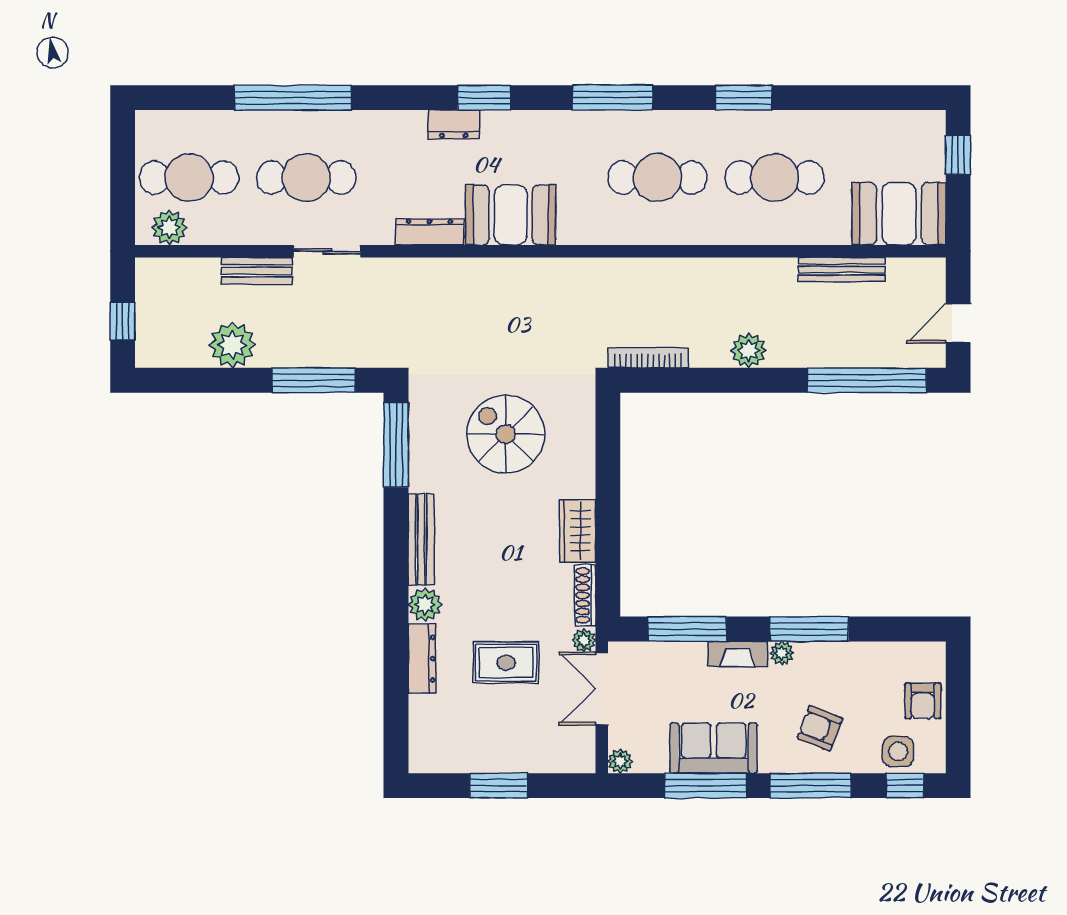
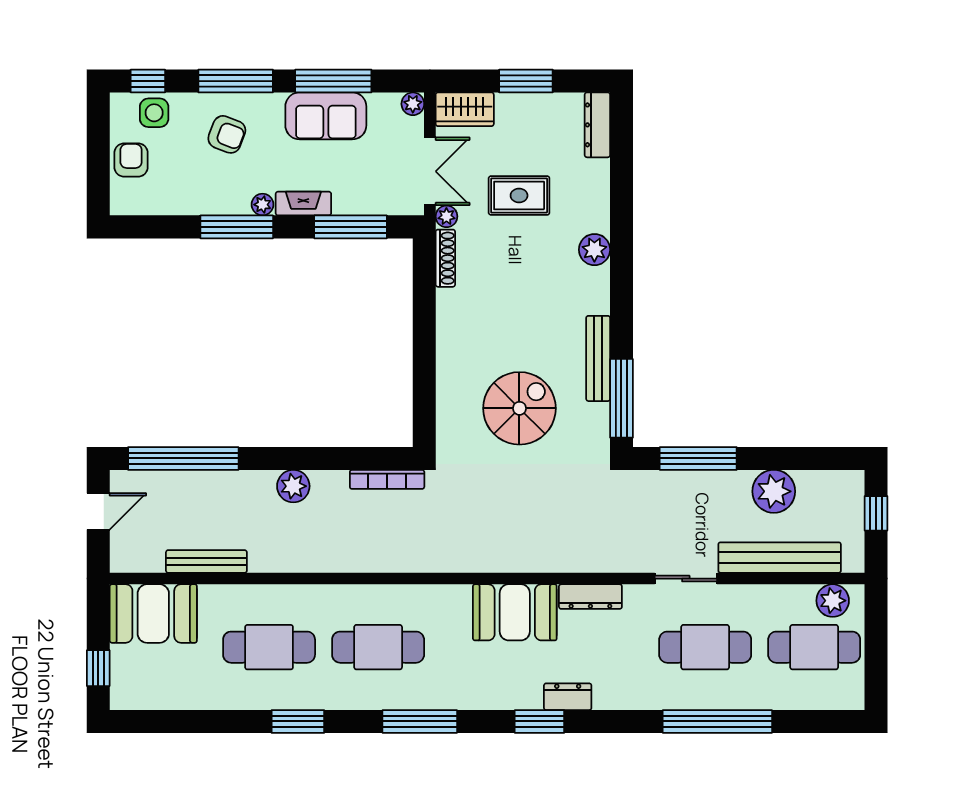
bench: (257, 271) -> (780, 558), width x1.86, depth x1.21
spiral stairs: (506, 434) -> (519, 408), turned -90
wardrobe: (578, 531) -> (465, 109), moved, turned 90
bench: (421, 539) -> (598, 358), moved
dresser: (422, 659) -> (597, 125), moved

